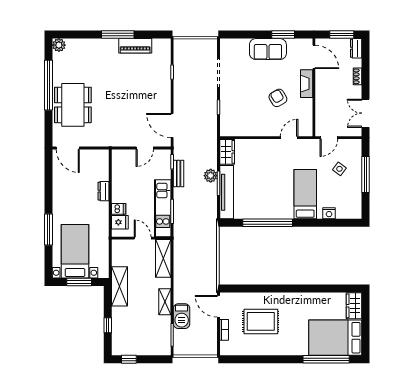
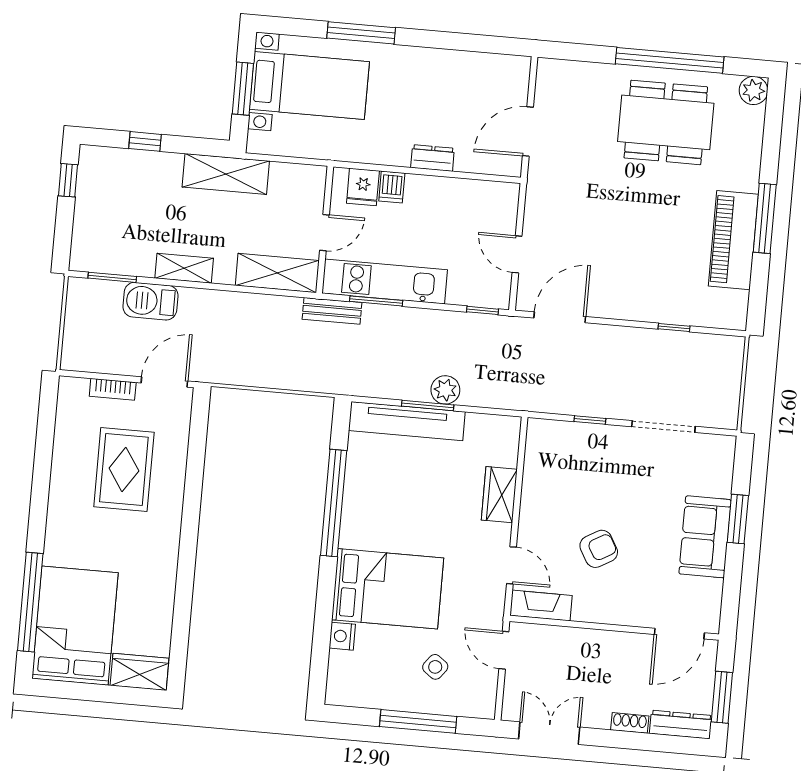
window: (283, 35) -> (738, 519), moved
piano: (135, 46) -> (733, 240), width x1.37, depth x1.33
dresser: (356, 48) -> (681, 725), width x1.44
fireplace: (307, 84) -> (541, 605), moved
dining table: (73, 105) -> (666, 122), moved
door: (68, 148) -> (528, 131), moved
wardrobe: (227, 152) -> (499, 495), moved, turned 90
bench: (179, 173) -> (332, 311), moved
bed: (305, 194) -> (388, 589), width x1.50

